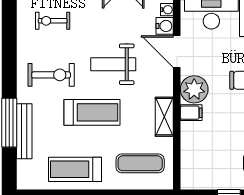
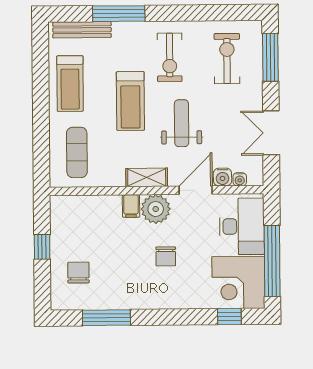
exercise bike: (53, 21) -> (227, 59), width x1.38, depth x1.39
shelving: (164, 117) -> (147, 177), moved
bench: (24, 131) -> (82, 30), moved
treadmill: (75, 169) -> (70, 84), turned 180

